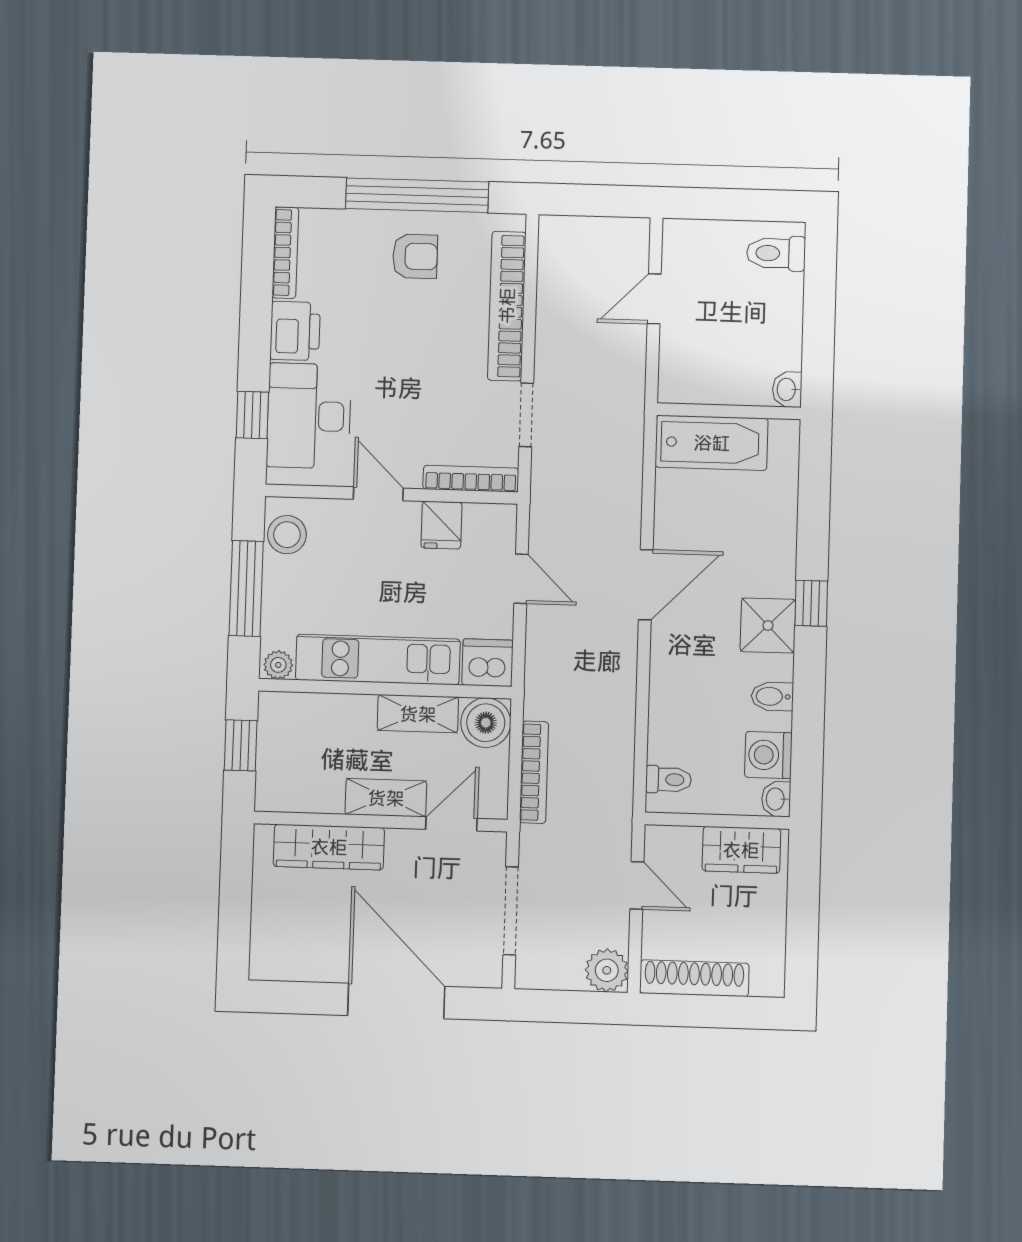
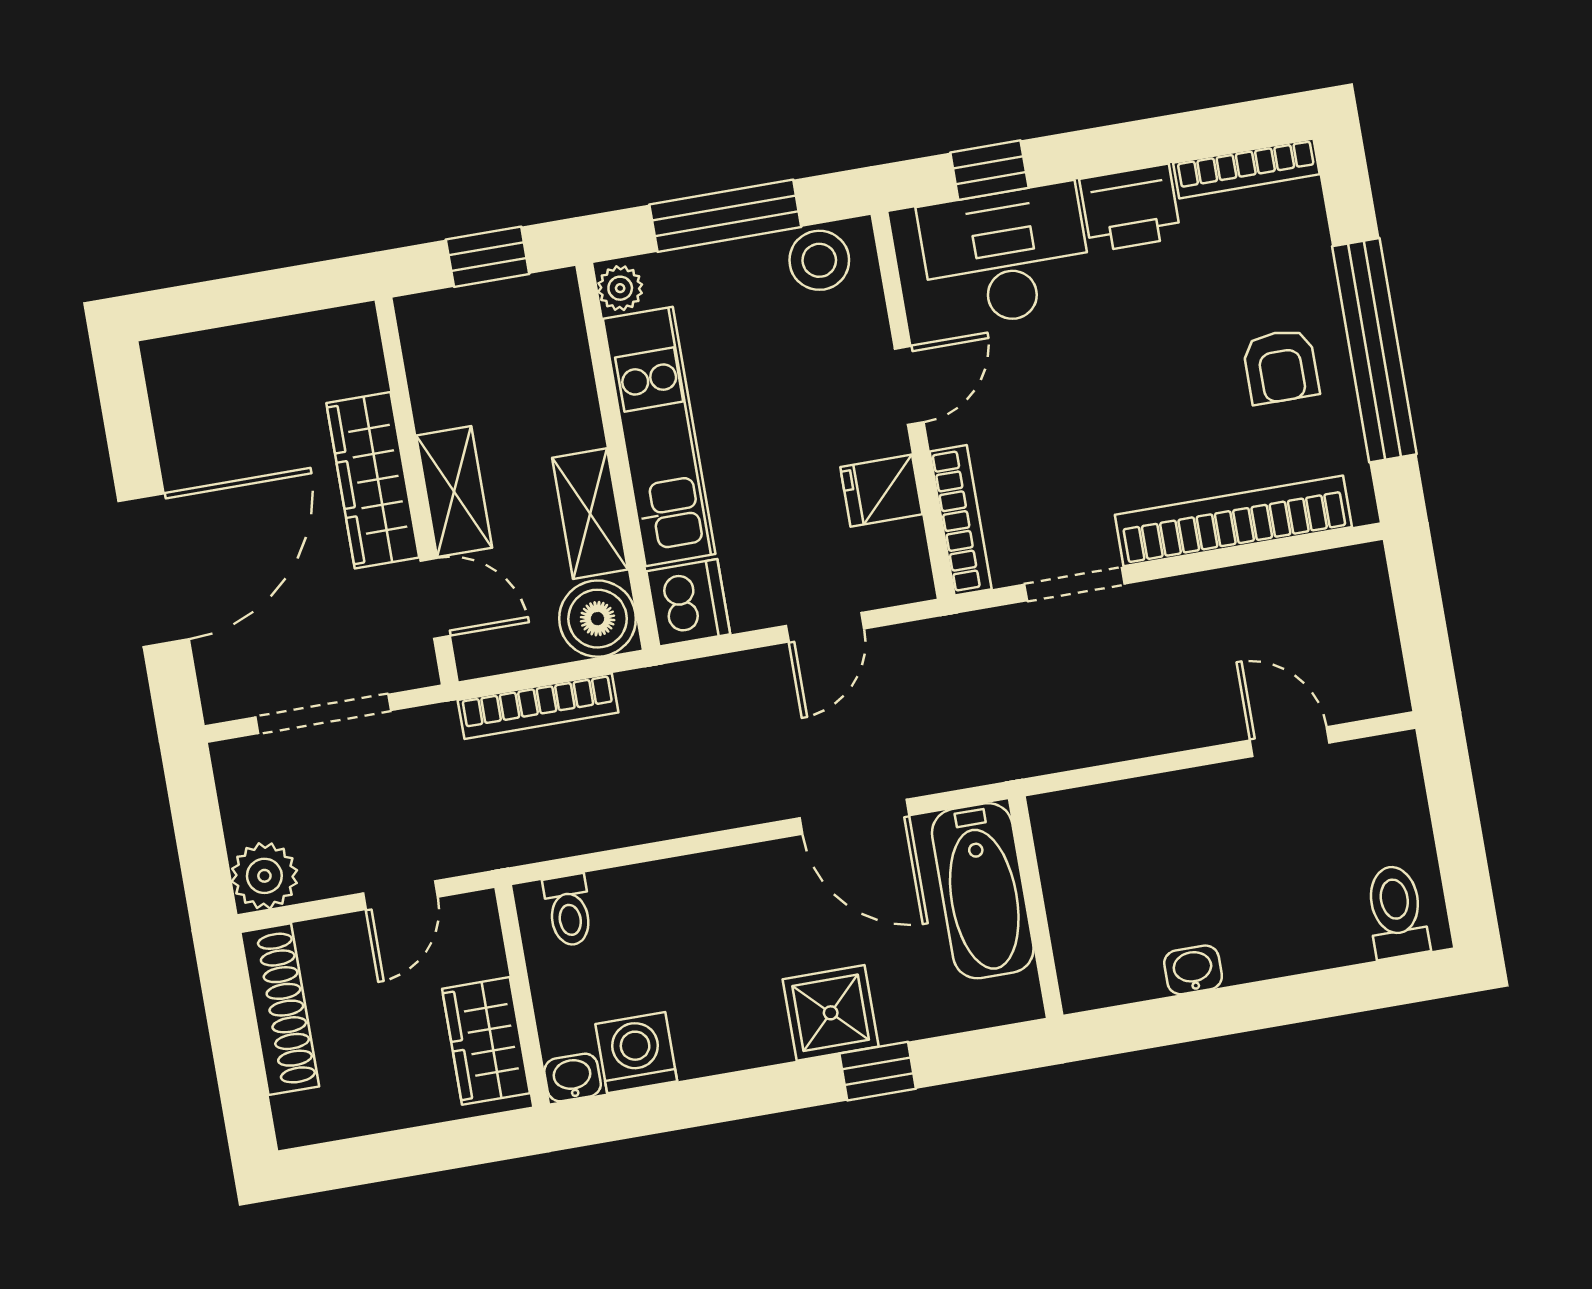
wall: (729, 411) -> (1036, 907), moved
bathtub: (712, 443) -> (983, 891), moved
bidet: (772, 696) -> (725, 1041), removed
wardrobe: (329, 847) -> (373, 480), moved

